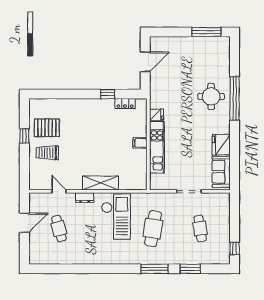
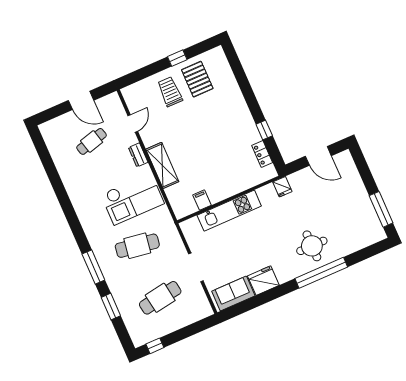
fridge: (157, 115) -> (282, 187), moved
filing cabinet: (140, 143) -> (202, 200), moved
cafe table: (200, 229) -> (160, 298), width x1.37, depth x1.35

